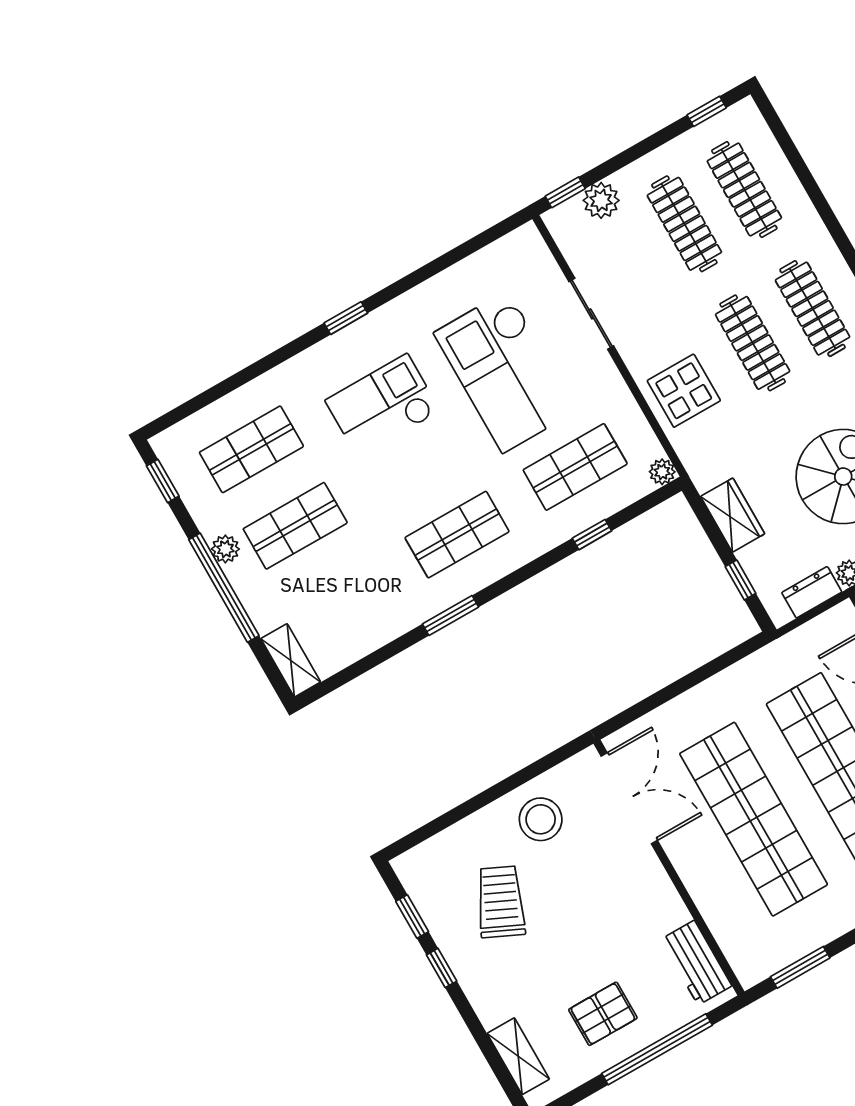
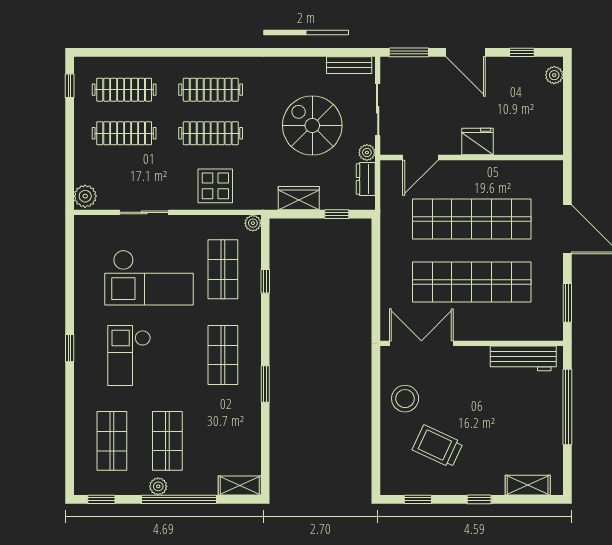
window: (565, 192) -> (70, 189), removed
plant: (601, 200) -> (85, 196), moved
workbench: (696, 963) -> (523, 358), width x1.38
window: (442, 968) -> (479, 499), moved
pallet: (603, 1014) -> (531, 425), removed

